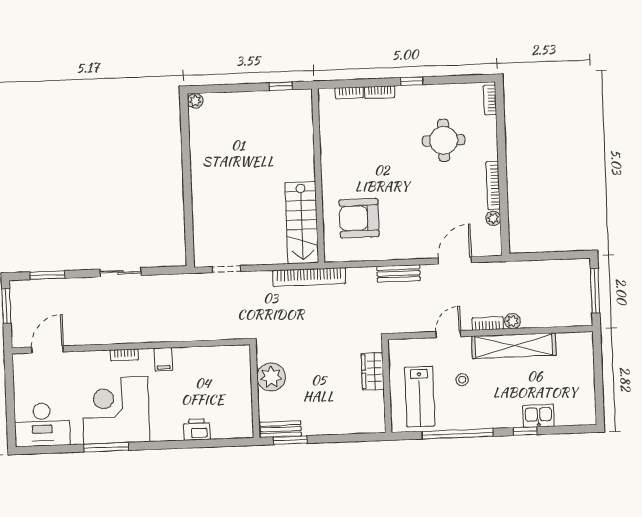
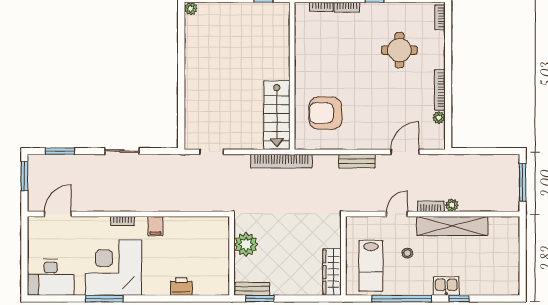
wardrobe: (373, 371) -> (332, 272), moved, width x1.50
kitchen sink: (539, 416) -> (446, 286), moved

